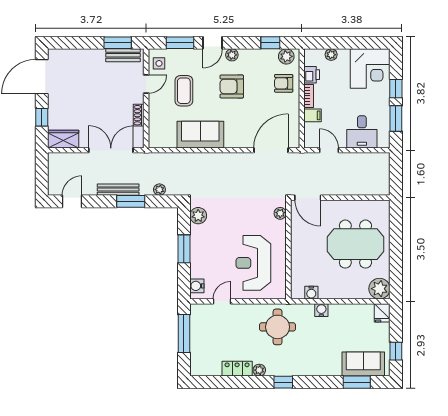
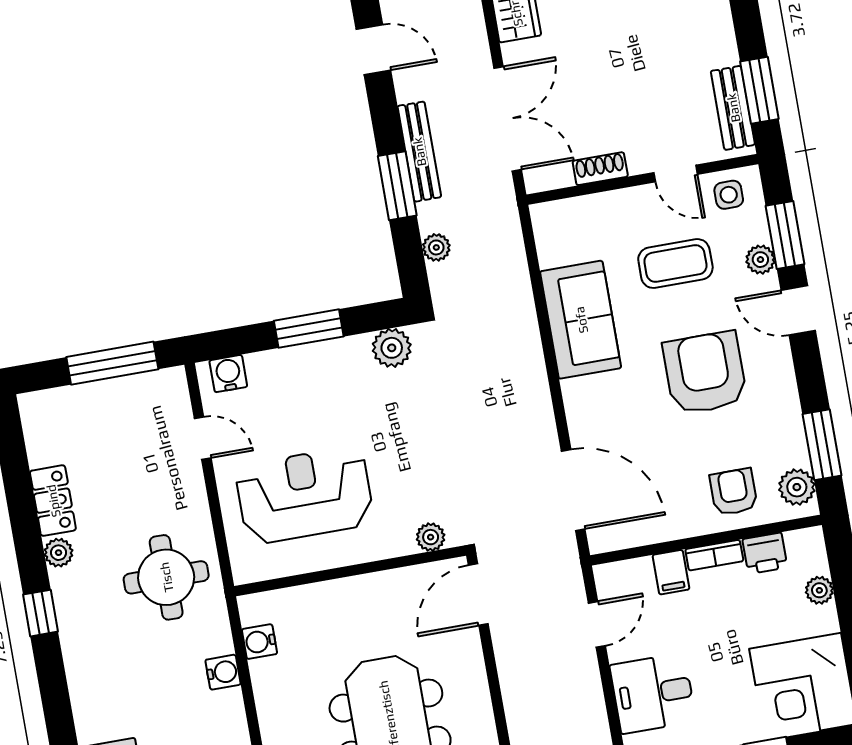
window: (270, 43) -> (822, 445), width x1.50
plant: (232, 55) -> (760, 260), moved
armchair: (232, 86) -> (705, 373), width x1.36, depth x1.36

